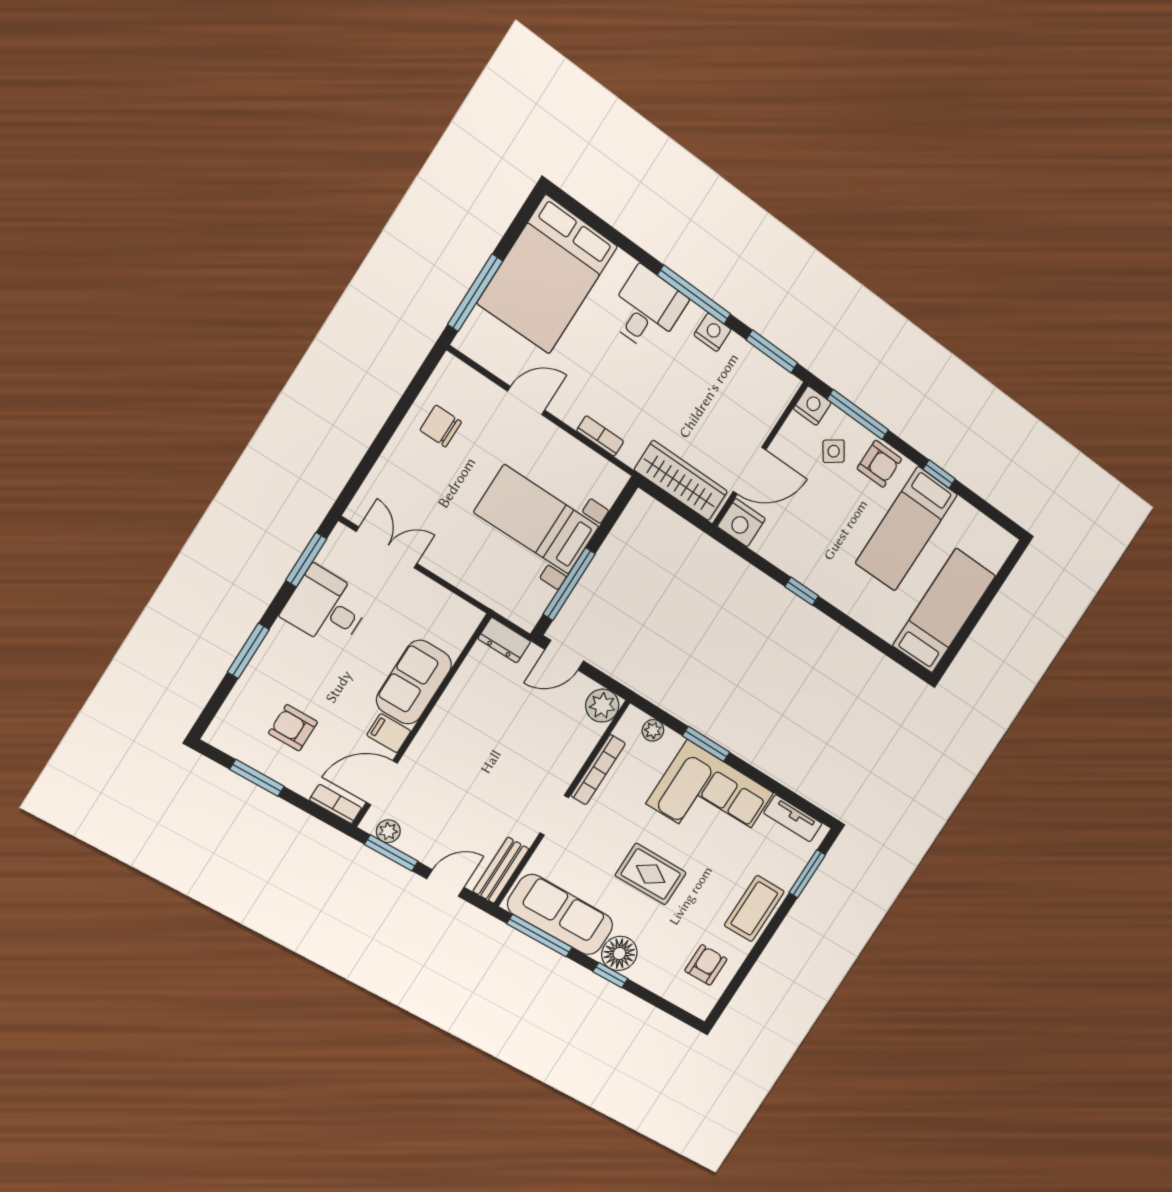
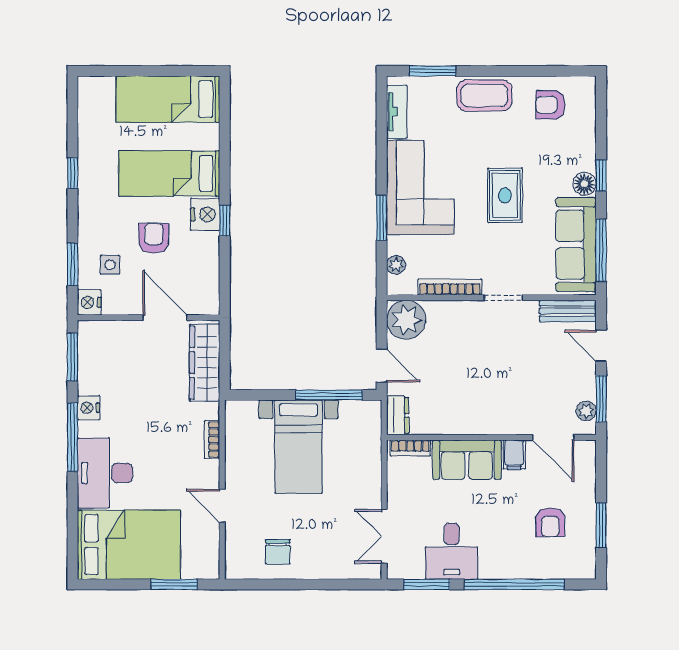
window: (475, 293) -> (174, 584), width x0.69
desk: (647, 309) -> (105, 473), width x1.37
window: (858, 415) -> (73, 264), width x0.69
side table: (834, 451) -> (110, 265), turned 35
armchair: (879, 464) -> (154, 238), moved
nightstand: (741, 523) -> (205, 214), moved
bed: (906, 529) -> (169, 174), moved, turned 180
window: (248, 651) -> (514, 584), width x2.11
plant: (602, 706) -> (406, 320), width x1.36, depth x1.36
bookcase: (336, 804) -> (410, 448), moved, turned -90
floor lamp: (619, 953) -> (585, 184), width x0.73, depth x0.73

